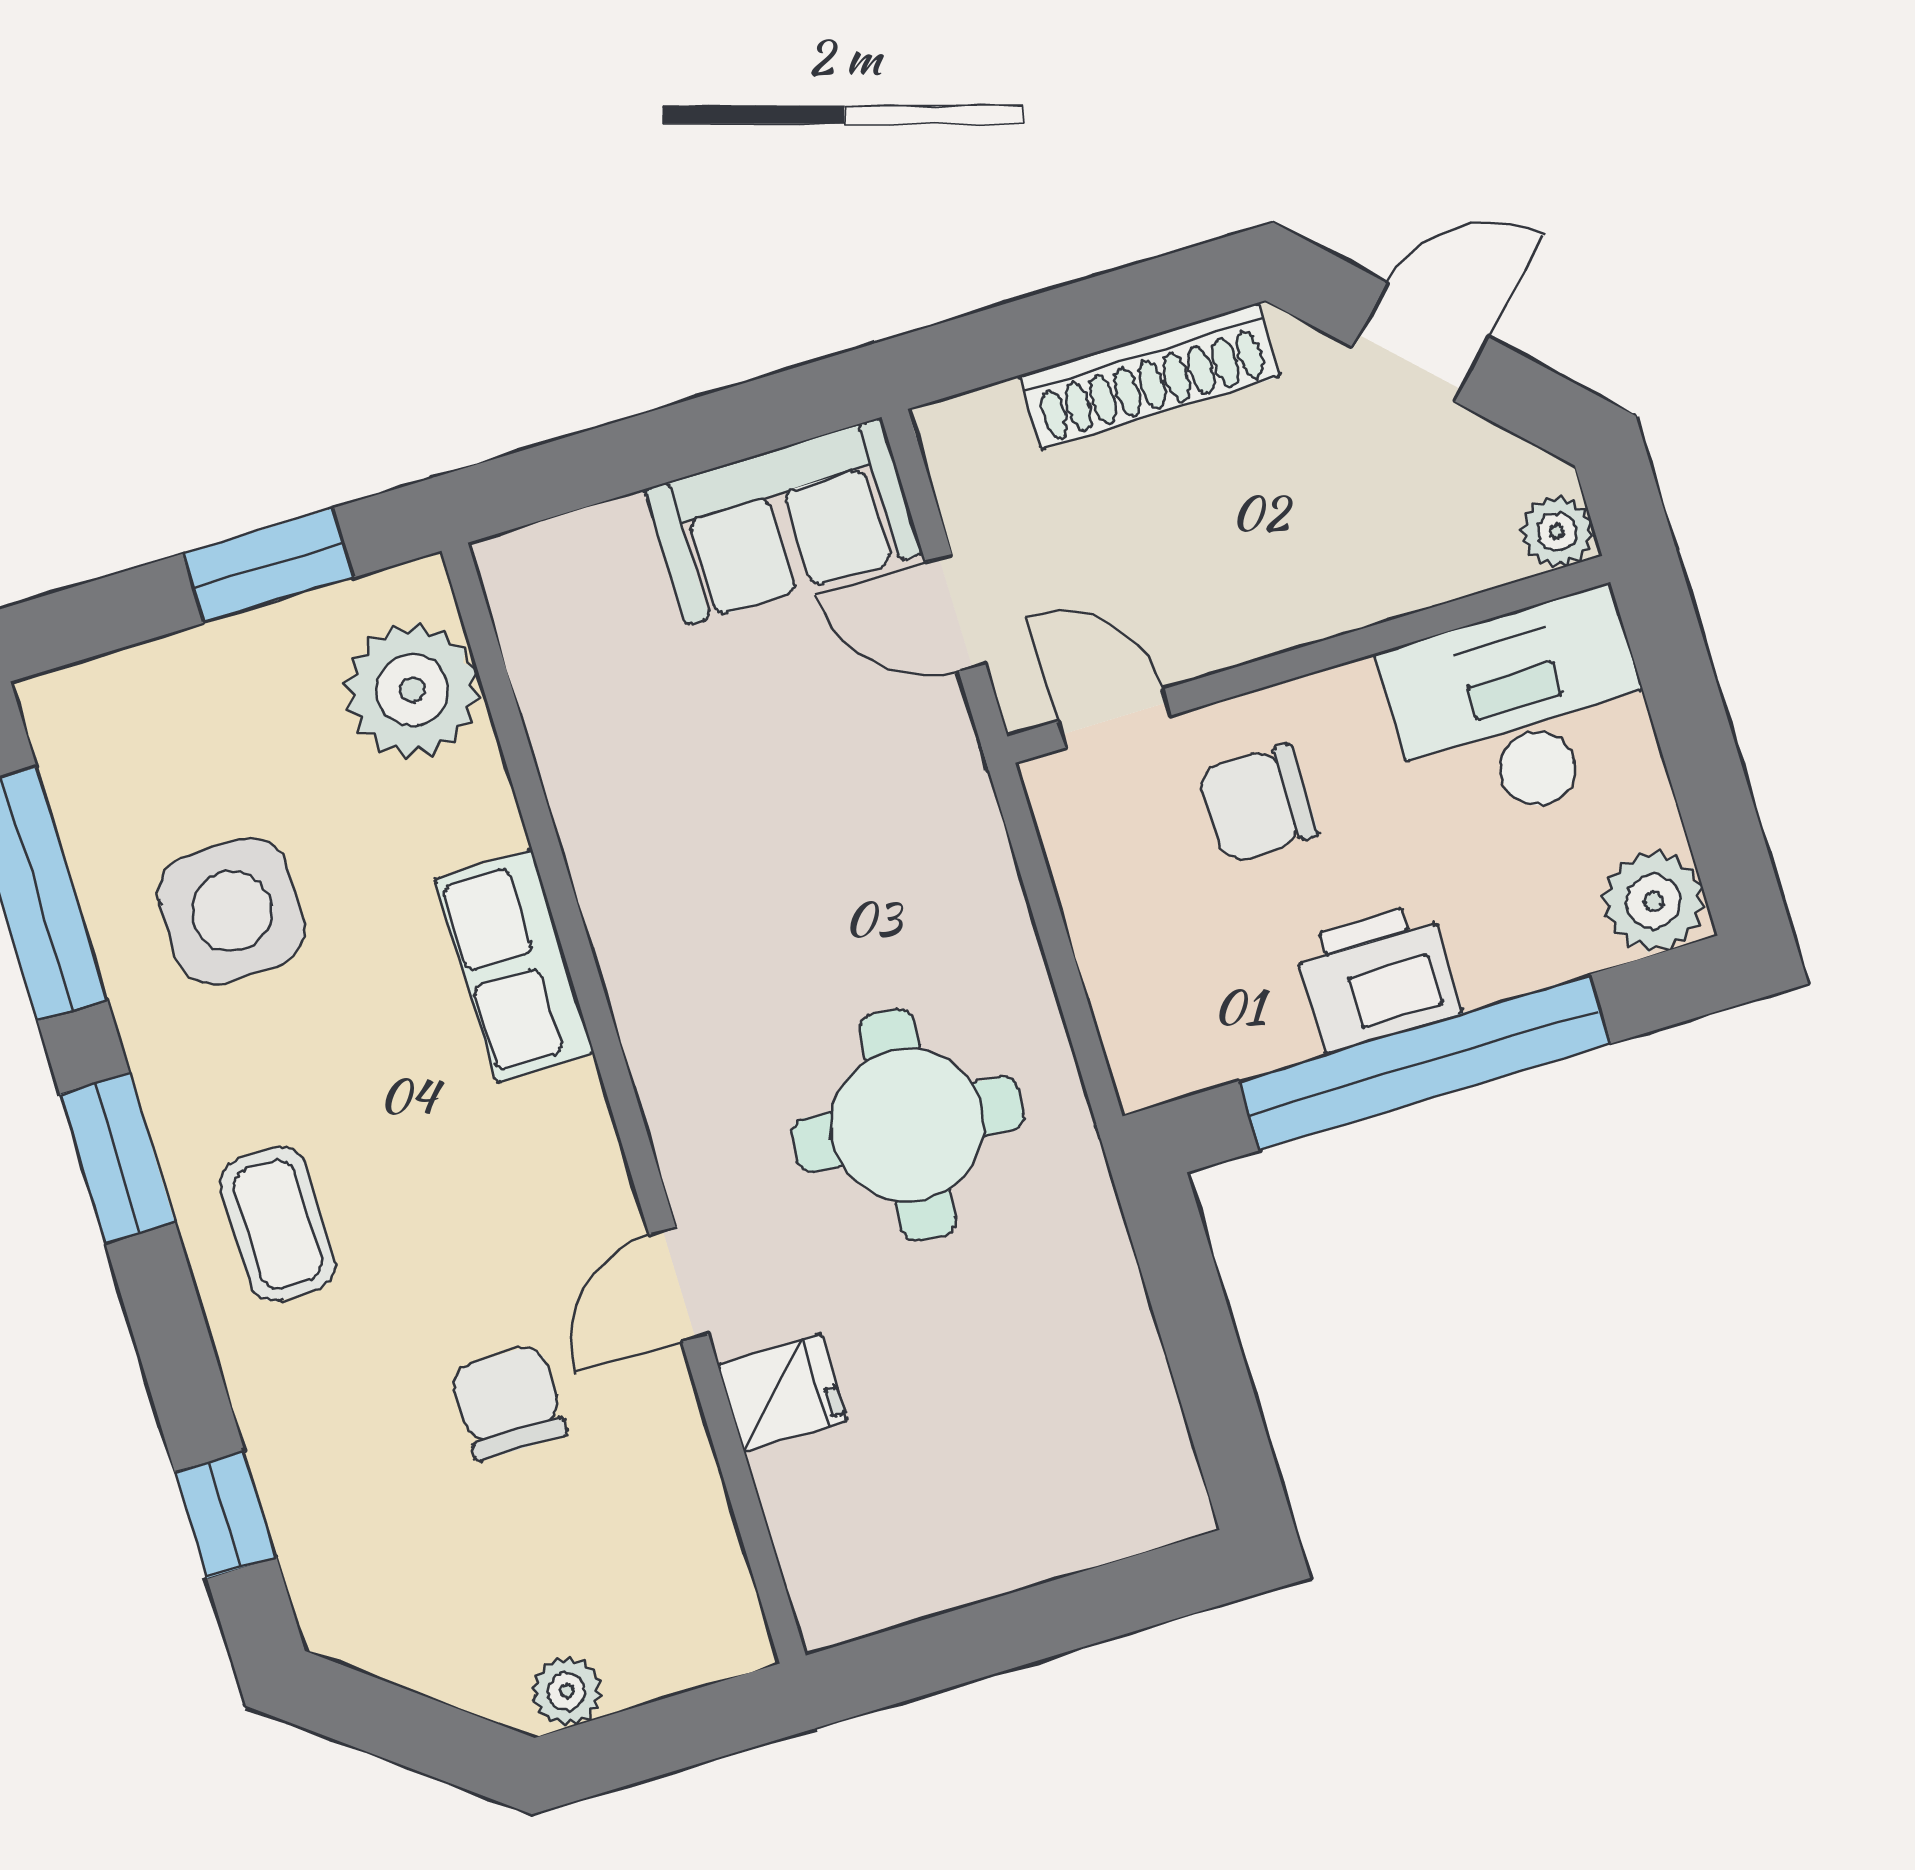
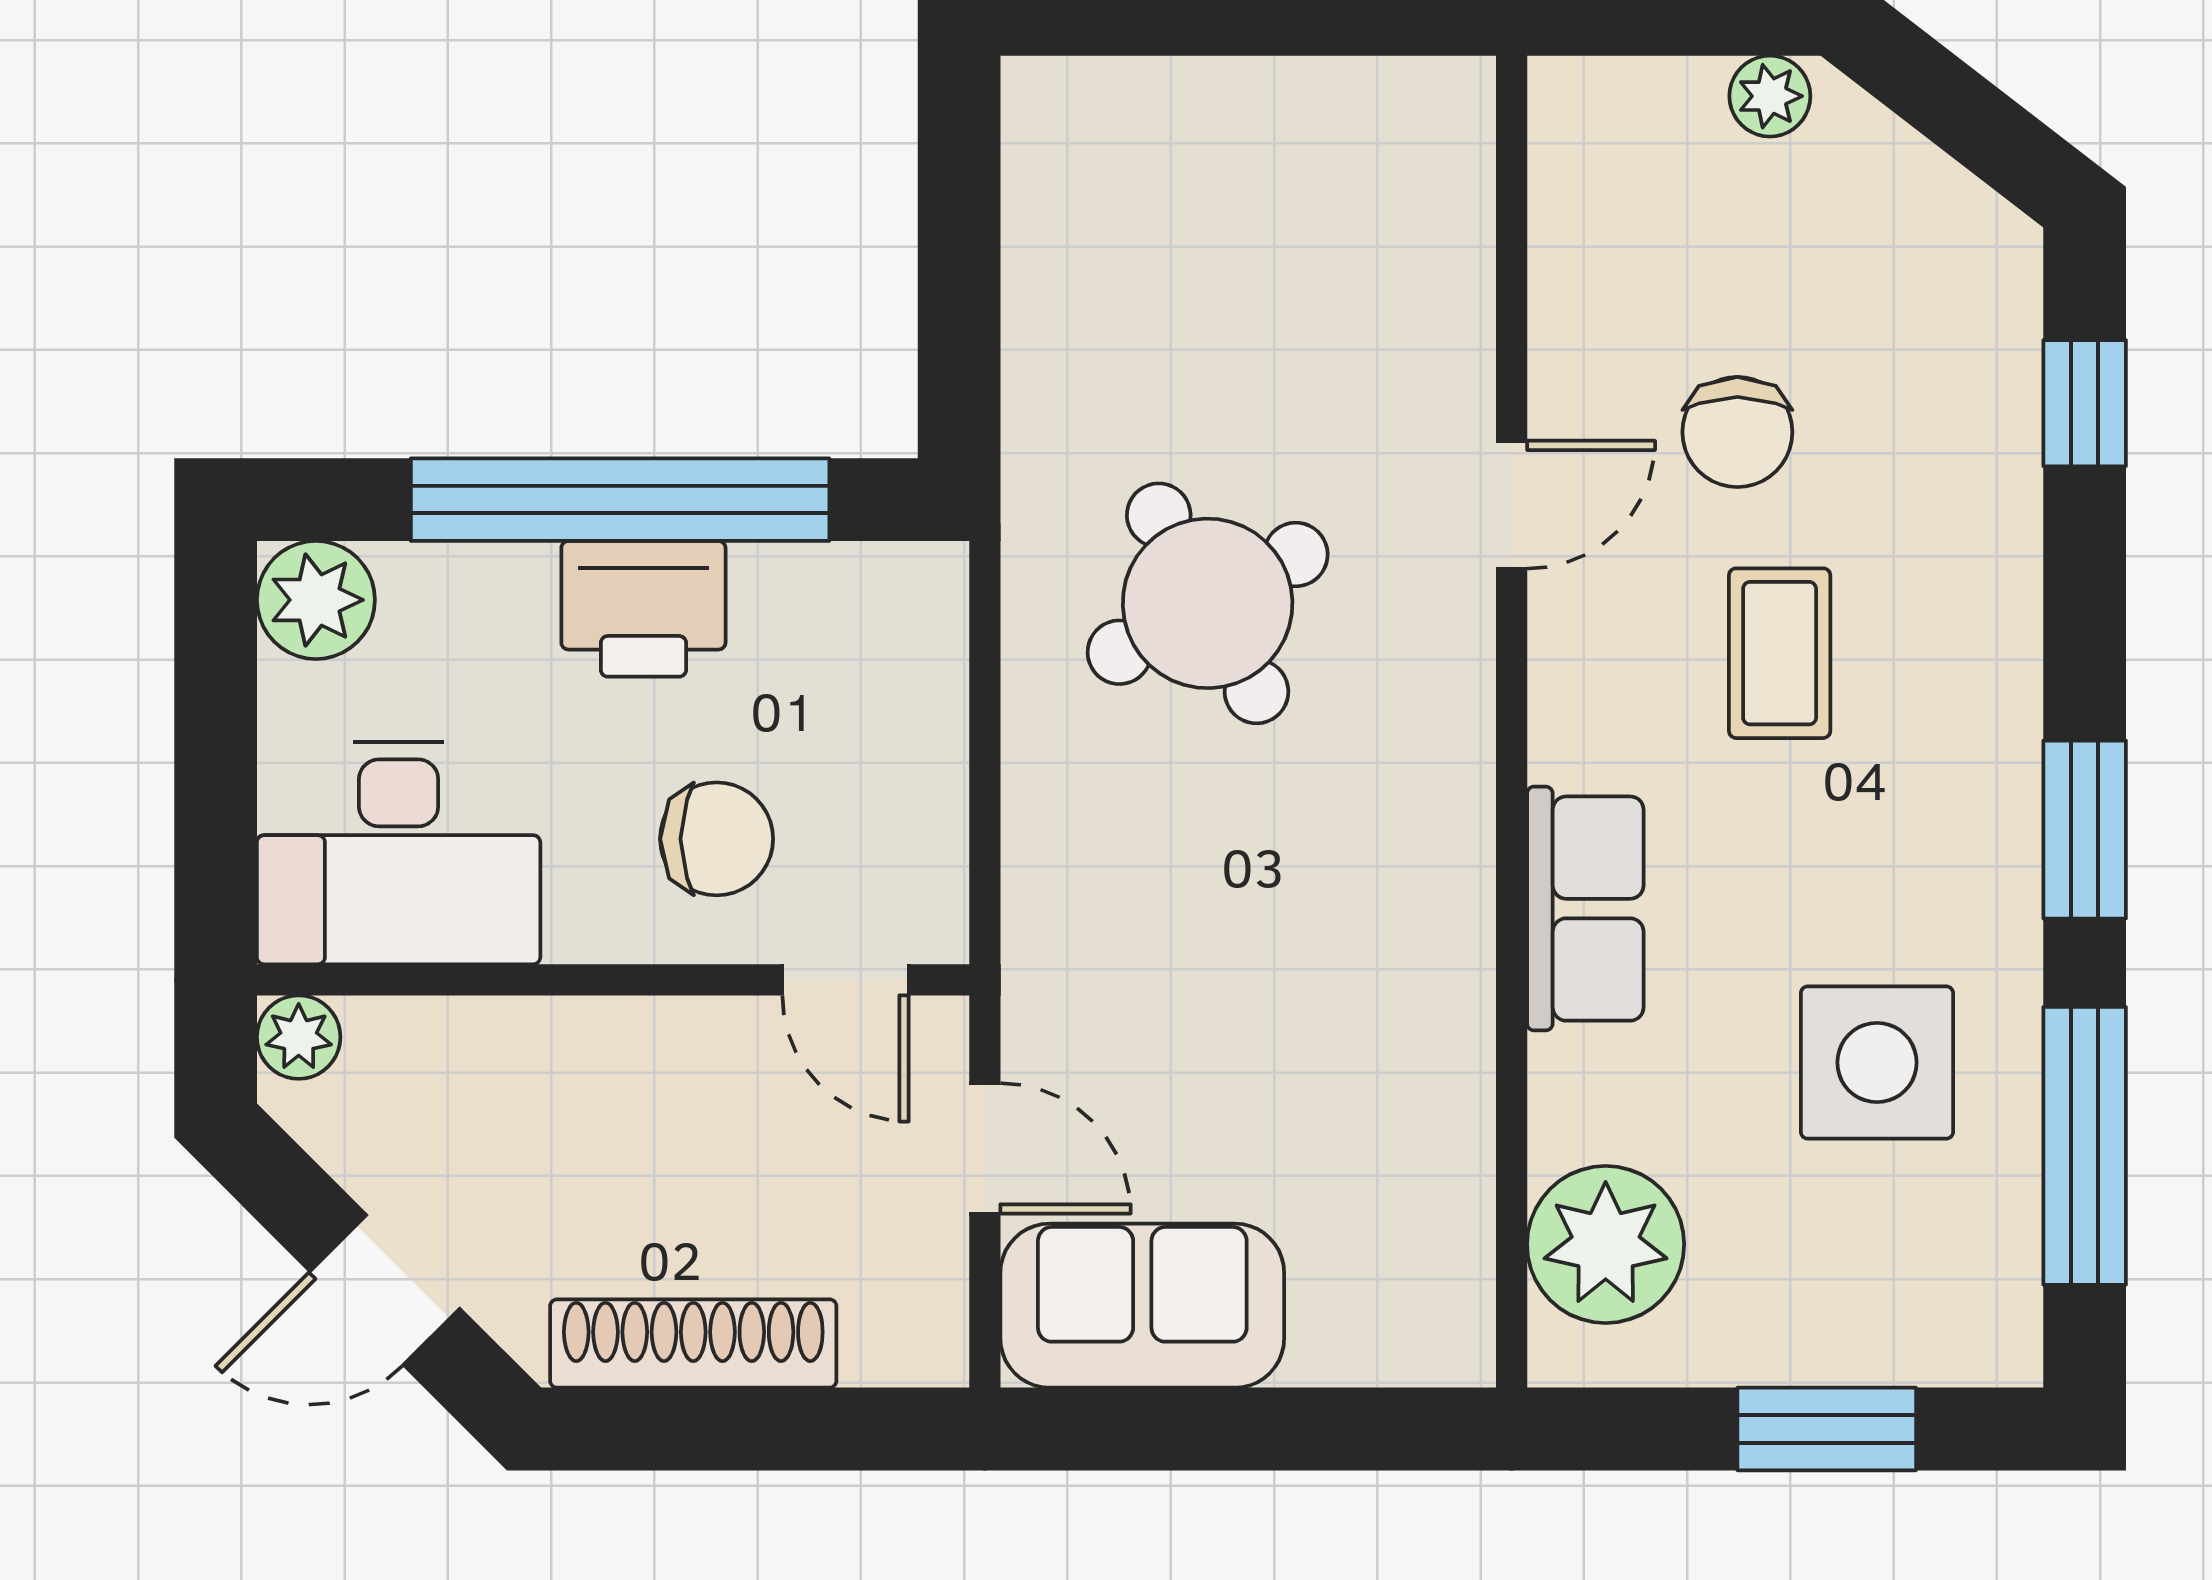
window: (268, 565) -> (1827, 1429), moved
round table: (908, 1125) -> (1208, 603), turned -34
coffee table: (278, 1224) -> (1780, 653), moved
fridge: (782, 1393) -> (1434, 351), removed

